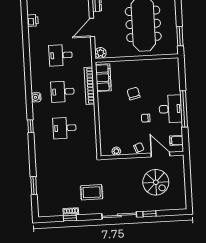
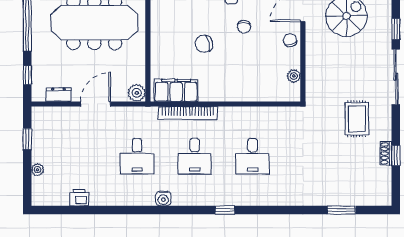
door: (92, 27) -> (96, 104), swing flipped
water cooler: (36, 97) -> (163, 199), moved
window: (30, 126) -> (225, 210), moved

